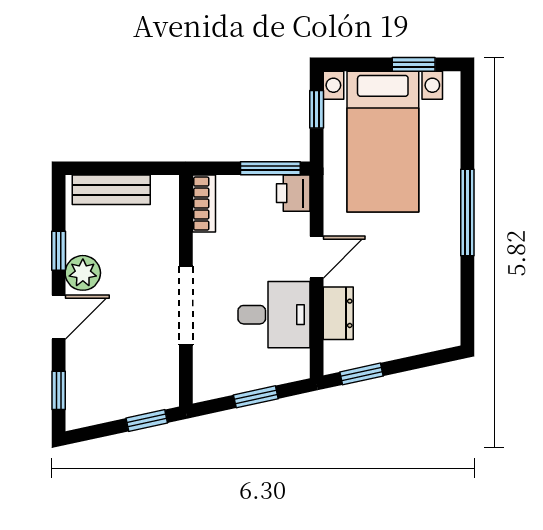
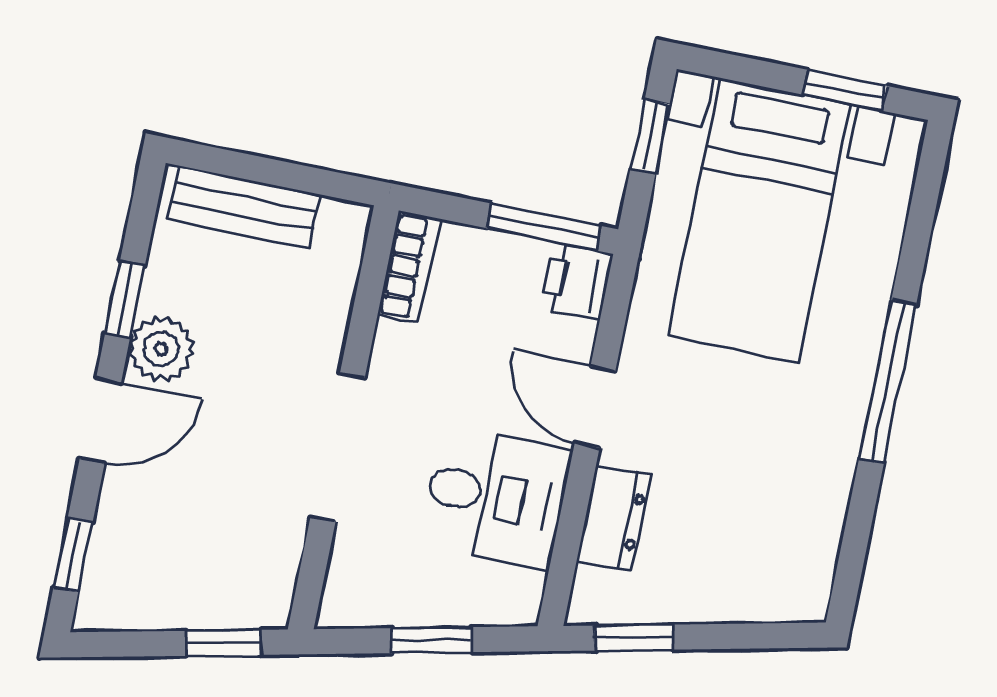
door: (317, 257) -> (595, 407), swing flipped

